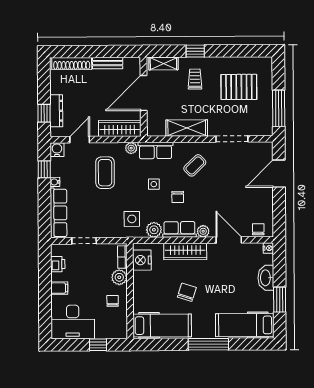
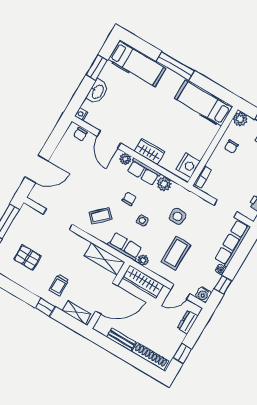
pallet: (239, 87) -> (27, 258), width x0.67, depth x0.71
dresser: (56, 111) -> (188, 322), width x0.70
window: (44, 113) -> (182, 353), moved
shelving: (187, 128) -> (105, 259), moved
side table: (132, 219) -> (178, 216), moved
wardrobe: (185, 251) -> (149, 151), width x0.67
plant: (119, 277) -> (240, 119), moved
chair: (187, 292) -> (168, 118), removed

